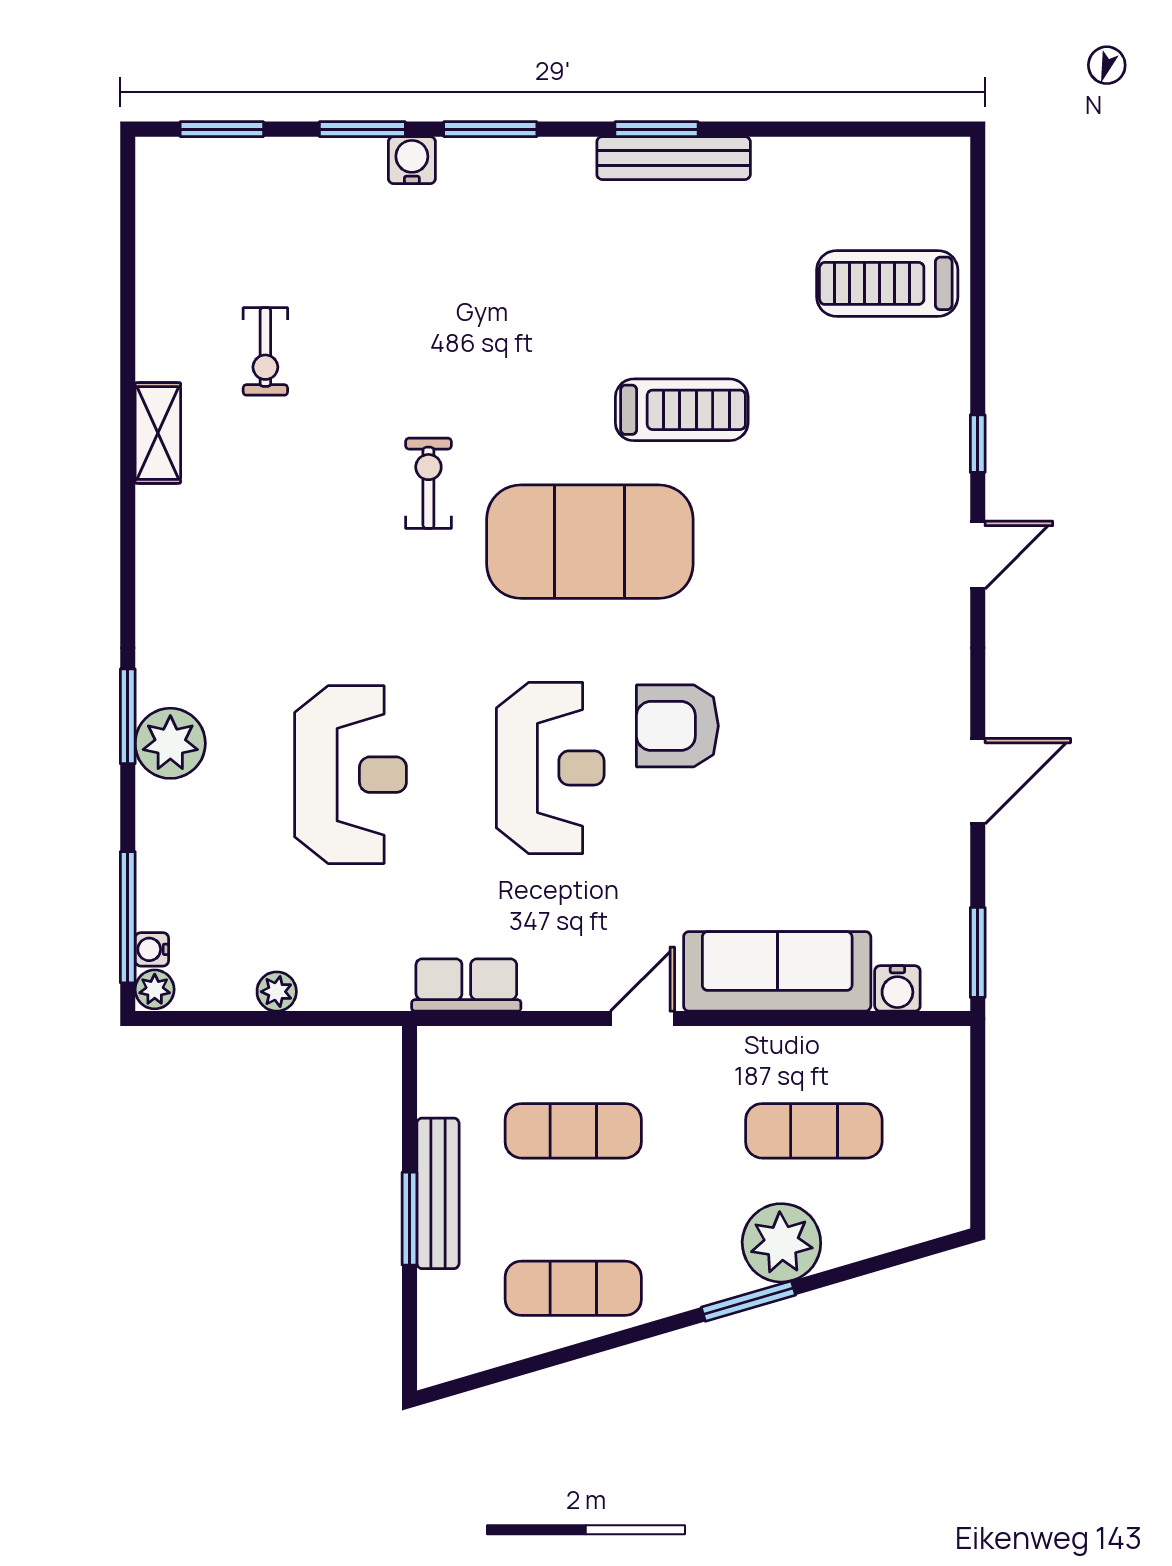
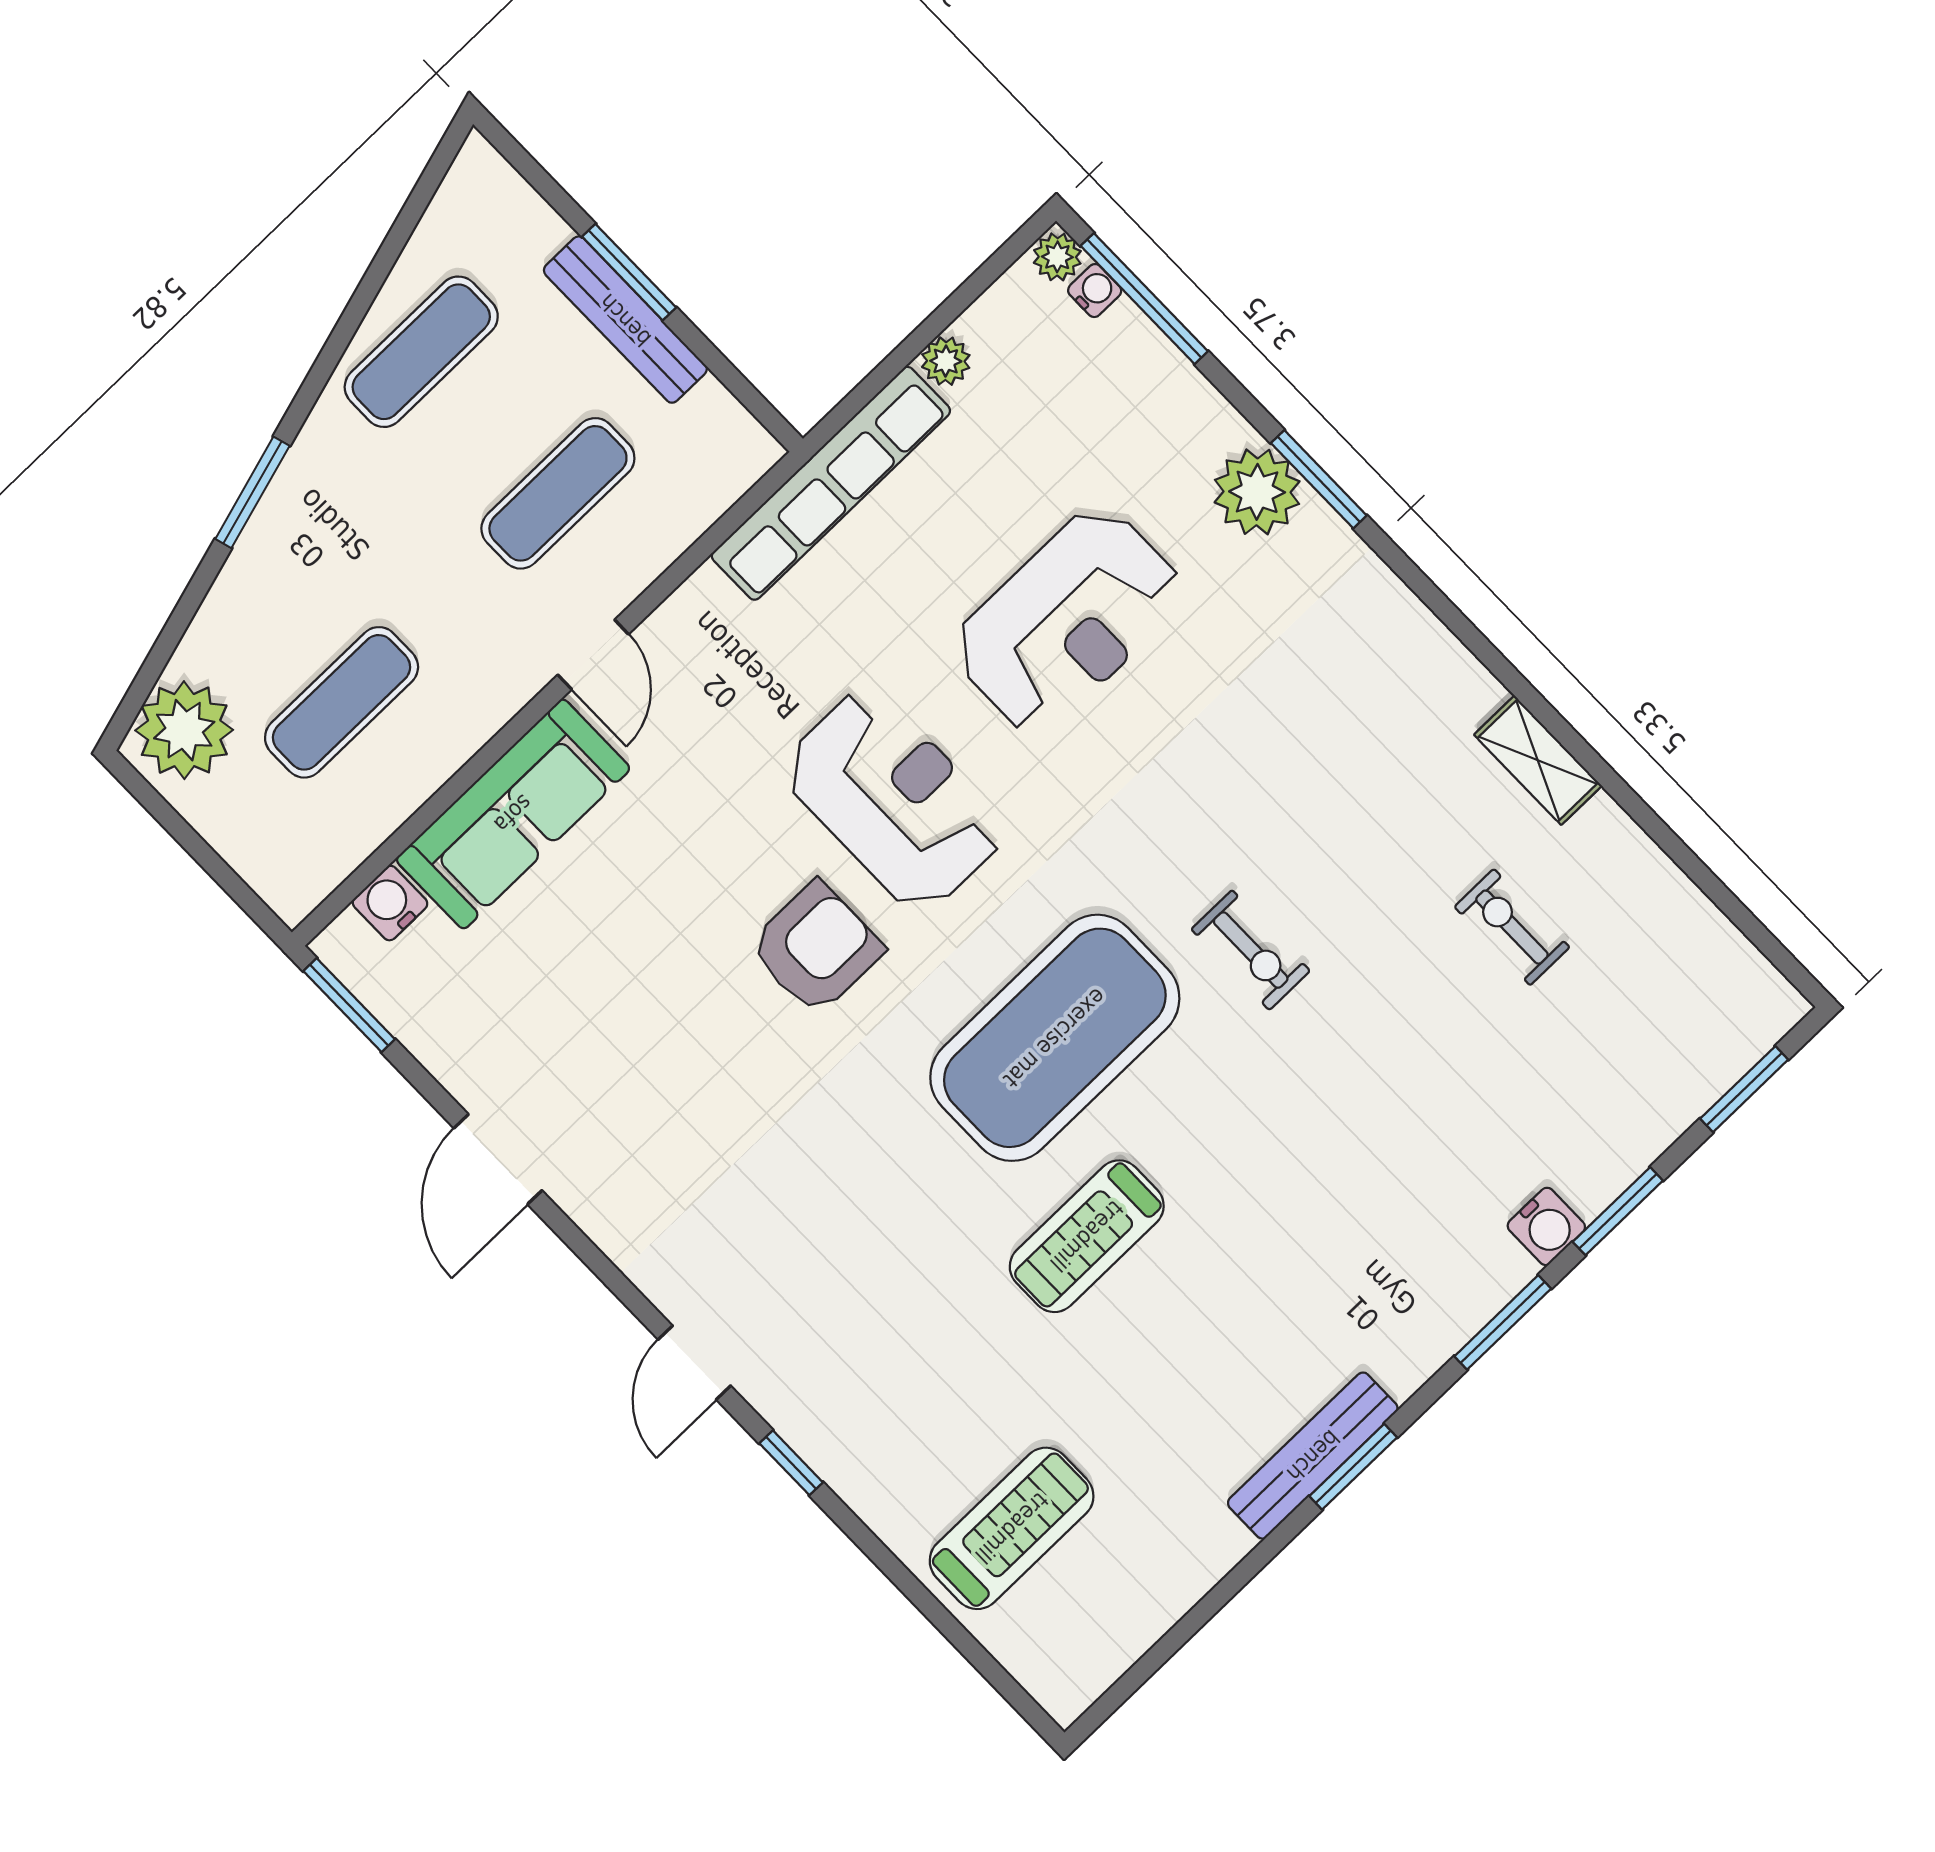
reception desk: (550, 768) -> (894, 800), turned 180
reception desk: (350, 775) -> (1068, 620), turned -90
row of seats: (466, 985) -> (831, 483), width x2.02
plant: (781, 1243) -> (184, 730), moved

